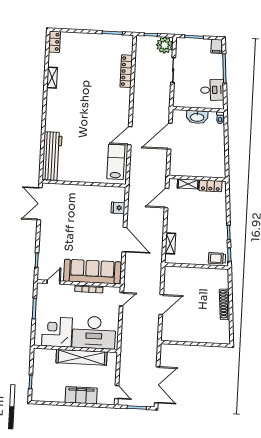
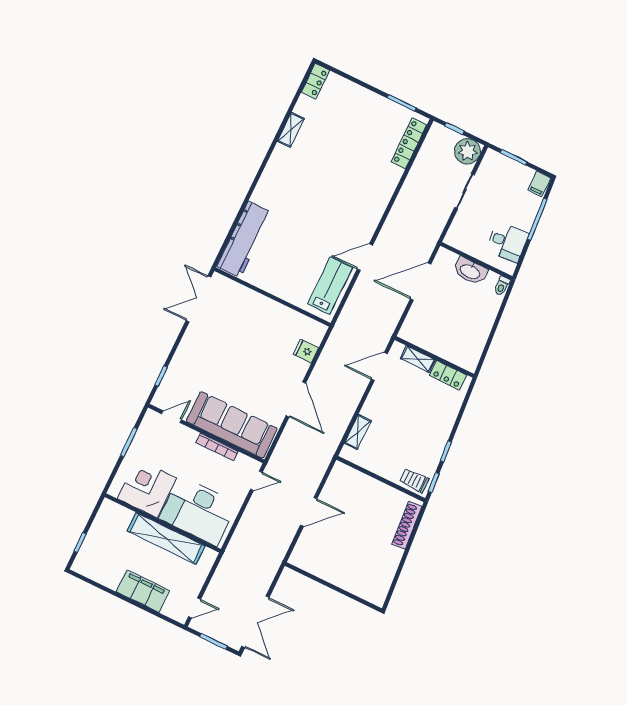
locker: (126, 71) -> (409, 143), moved
shoe rack: (225, 304) -> (407, 525), moved
door: (117, 392) -> (195, 608), hinge flipped

